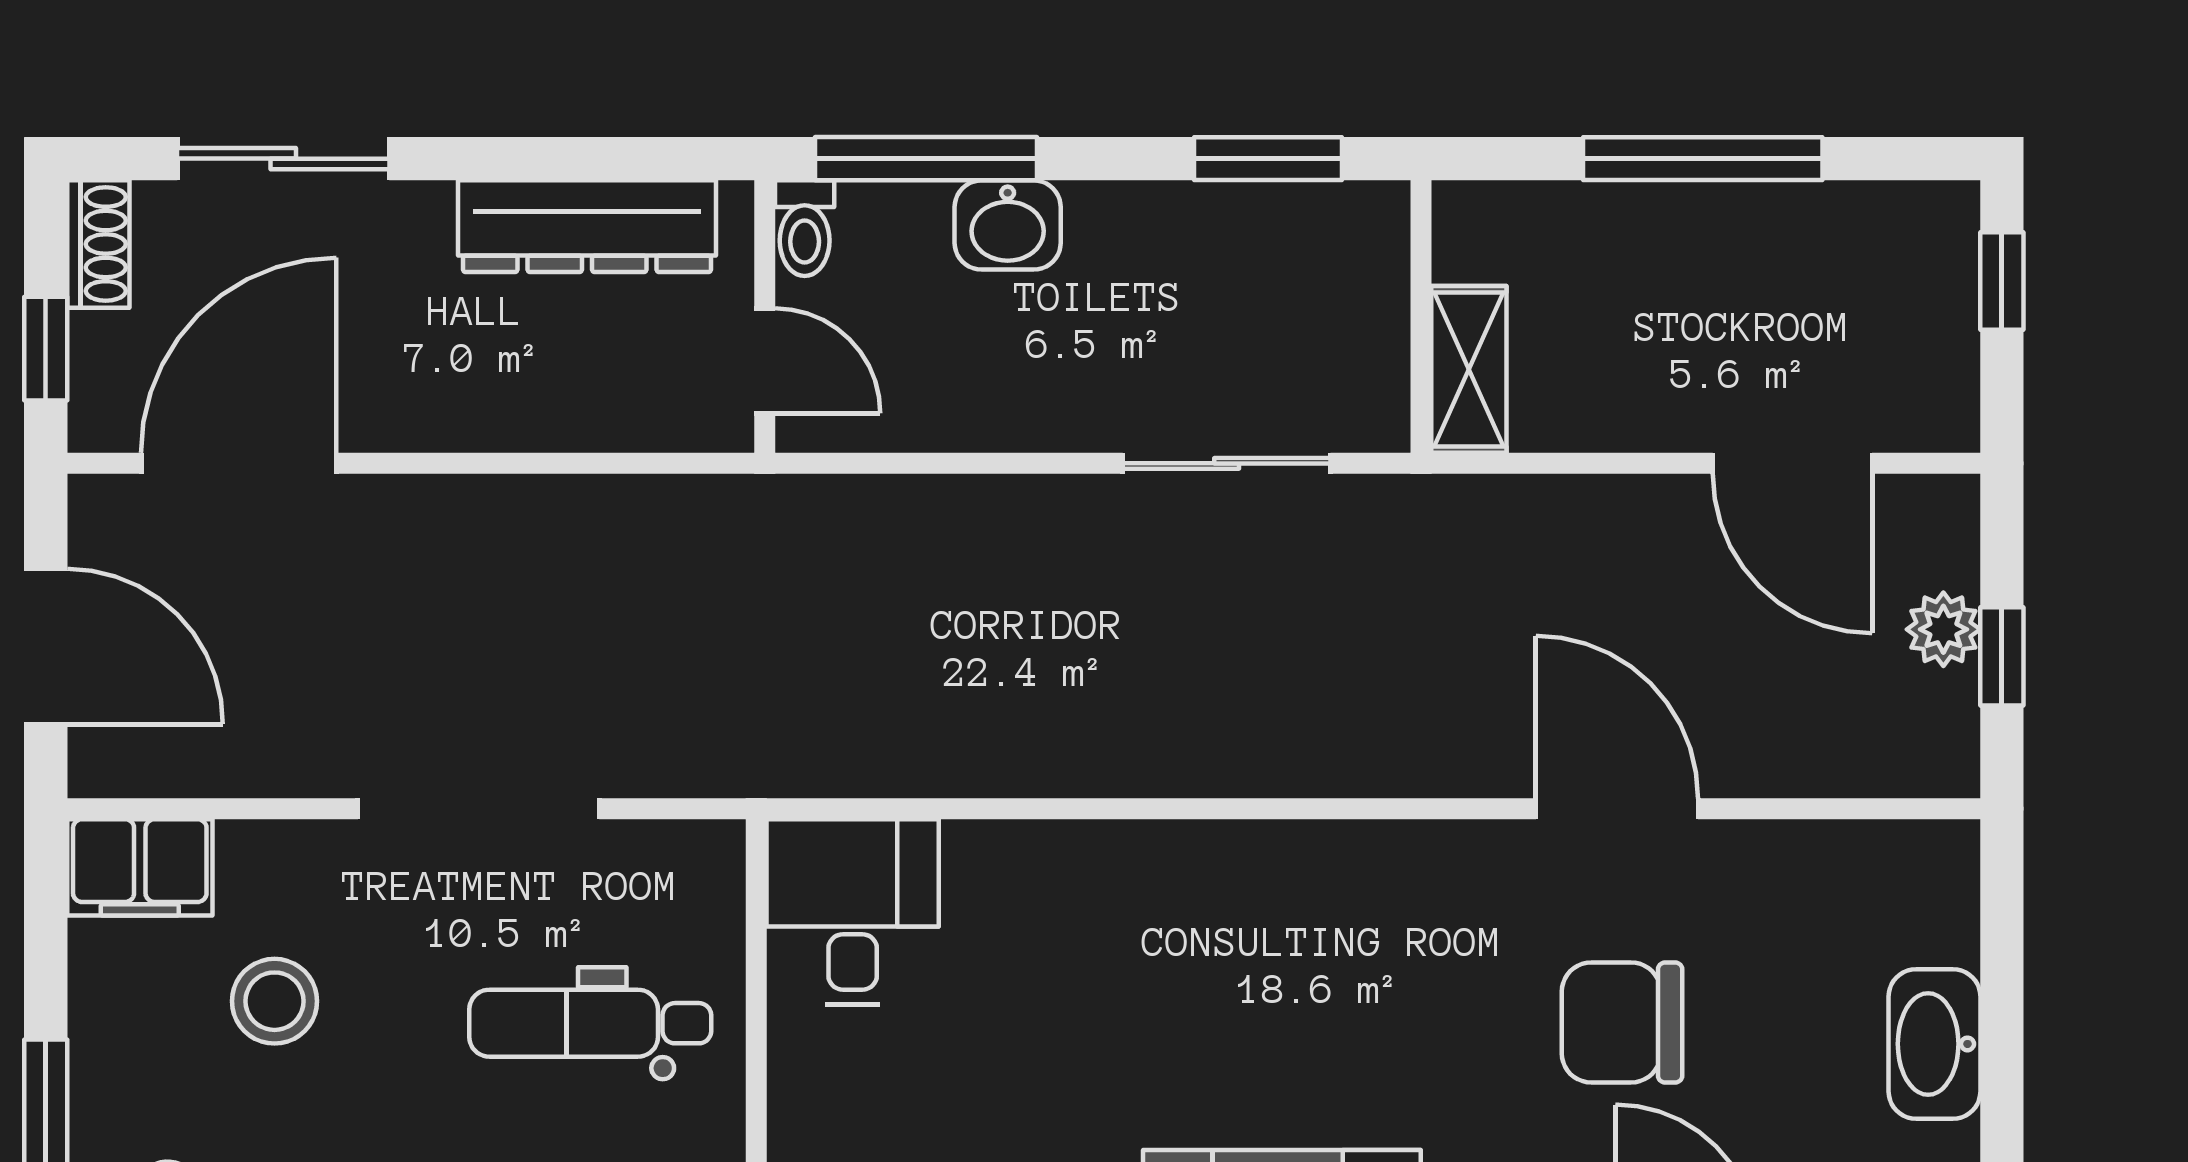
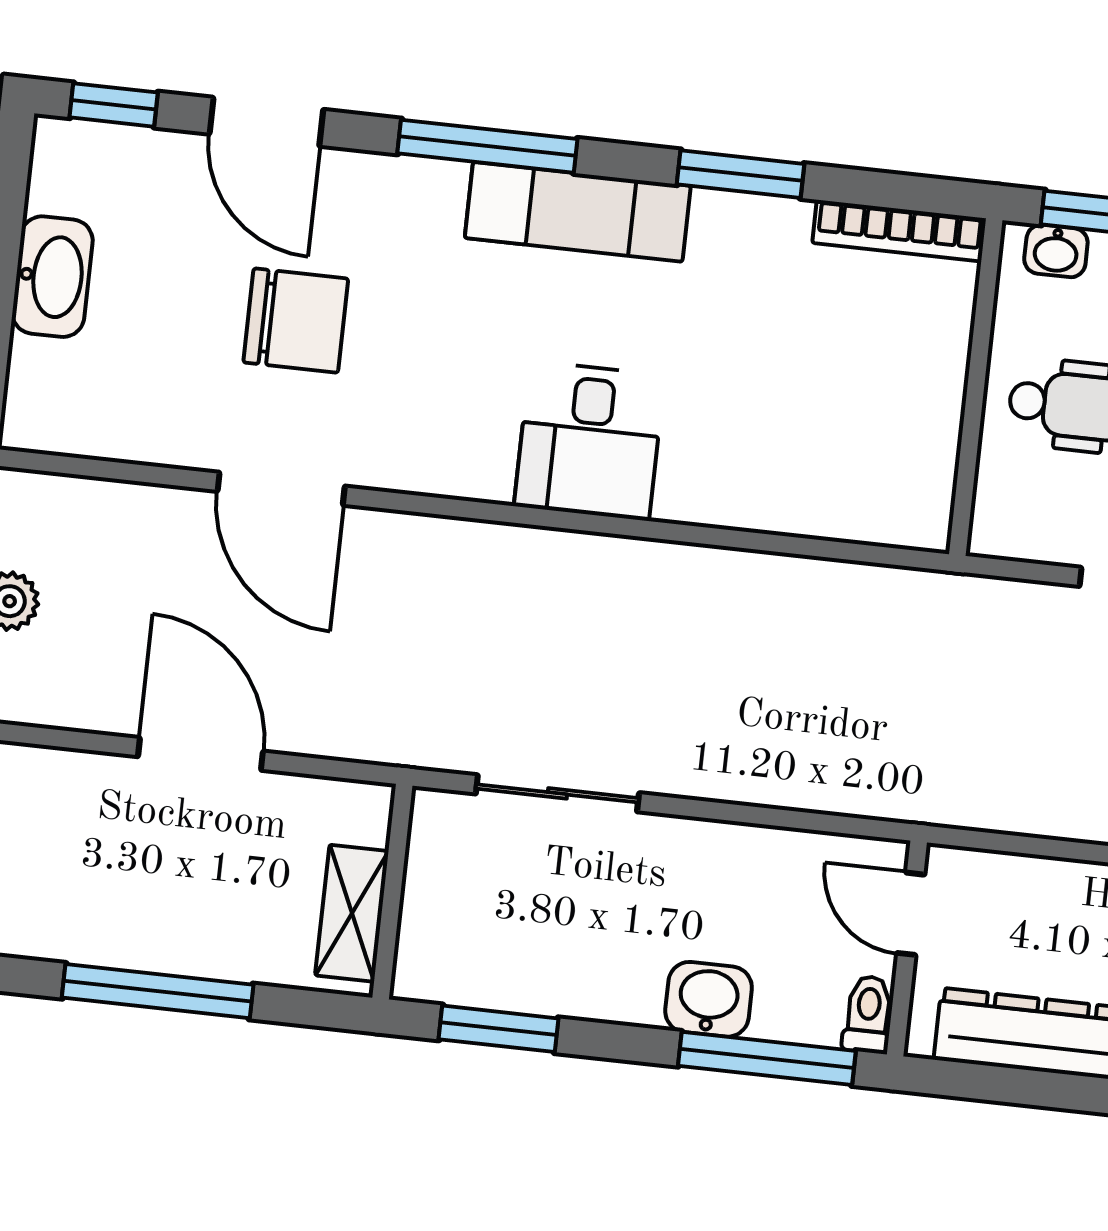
shelving: (1469, 369) -> (352, 913), moved
door: (1792, 463) -> (200, 754), moved
desk: (853, 912) -> (589, 441), moved

